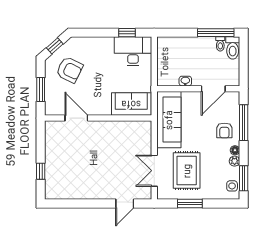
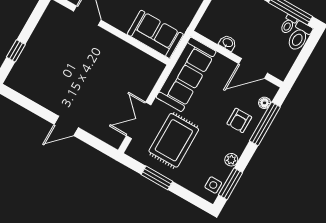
floor lamp: (235, 150) -> (265, 103), moved
door: (125, 204) -> (66, 126), moved

